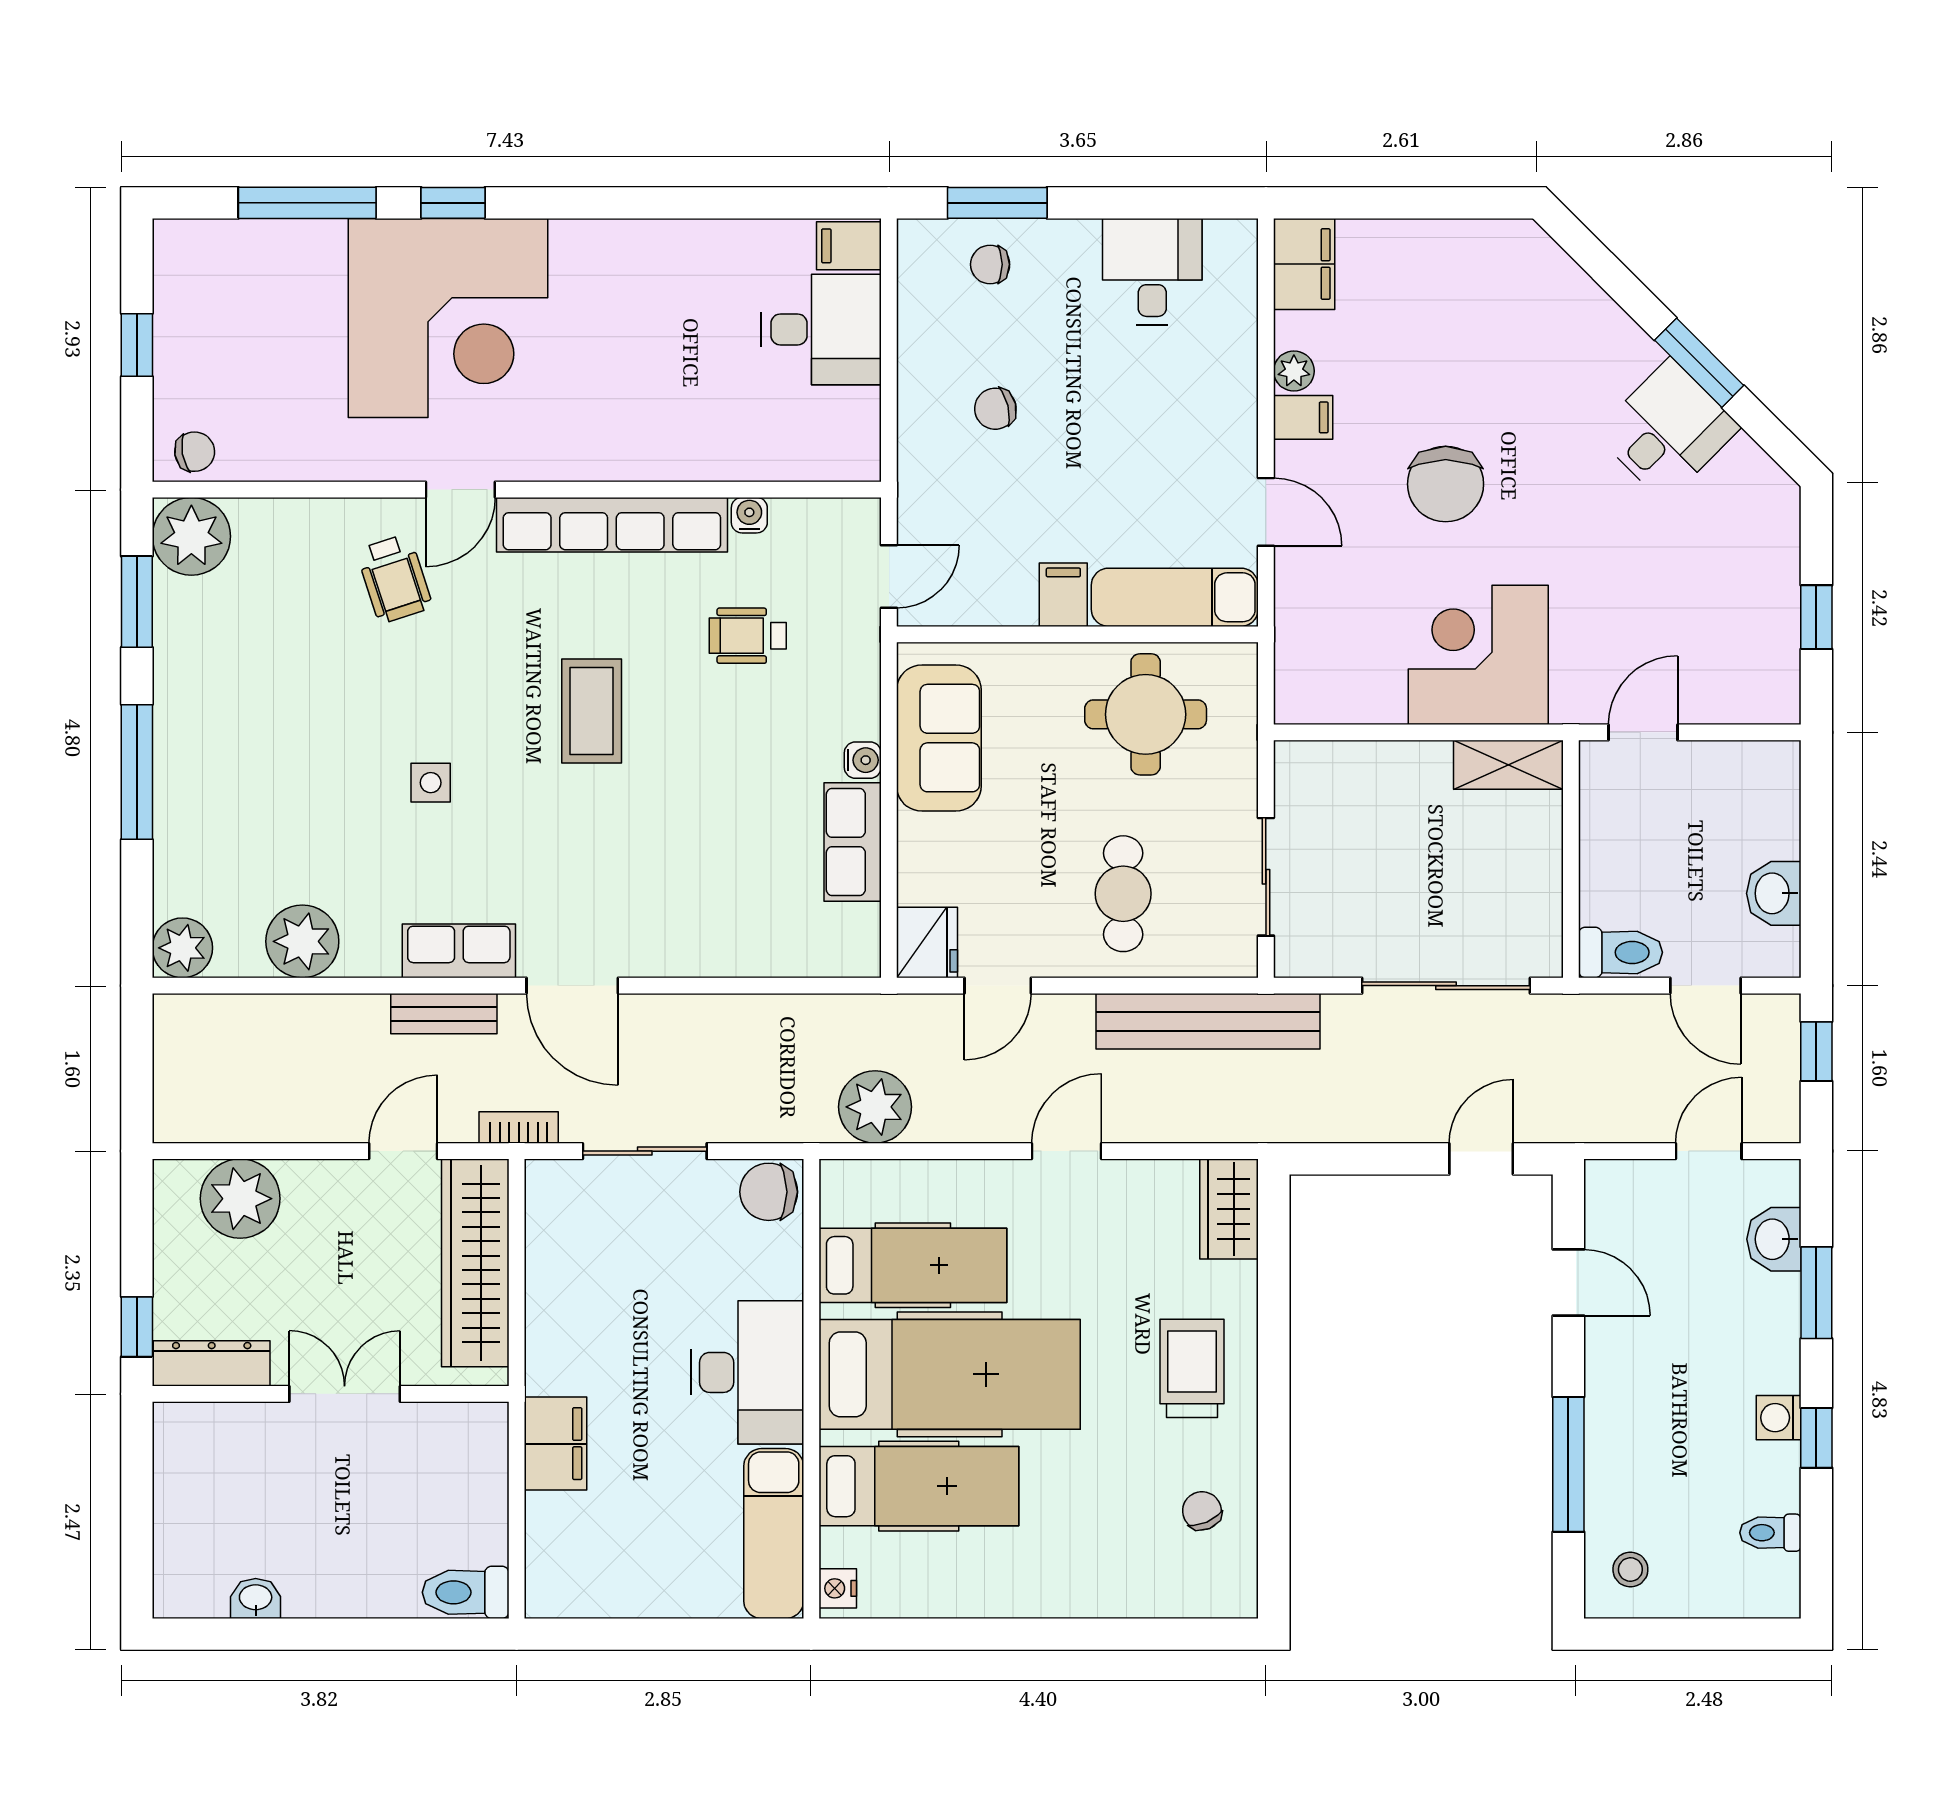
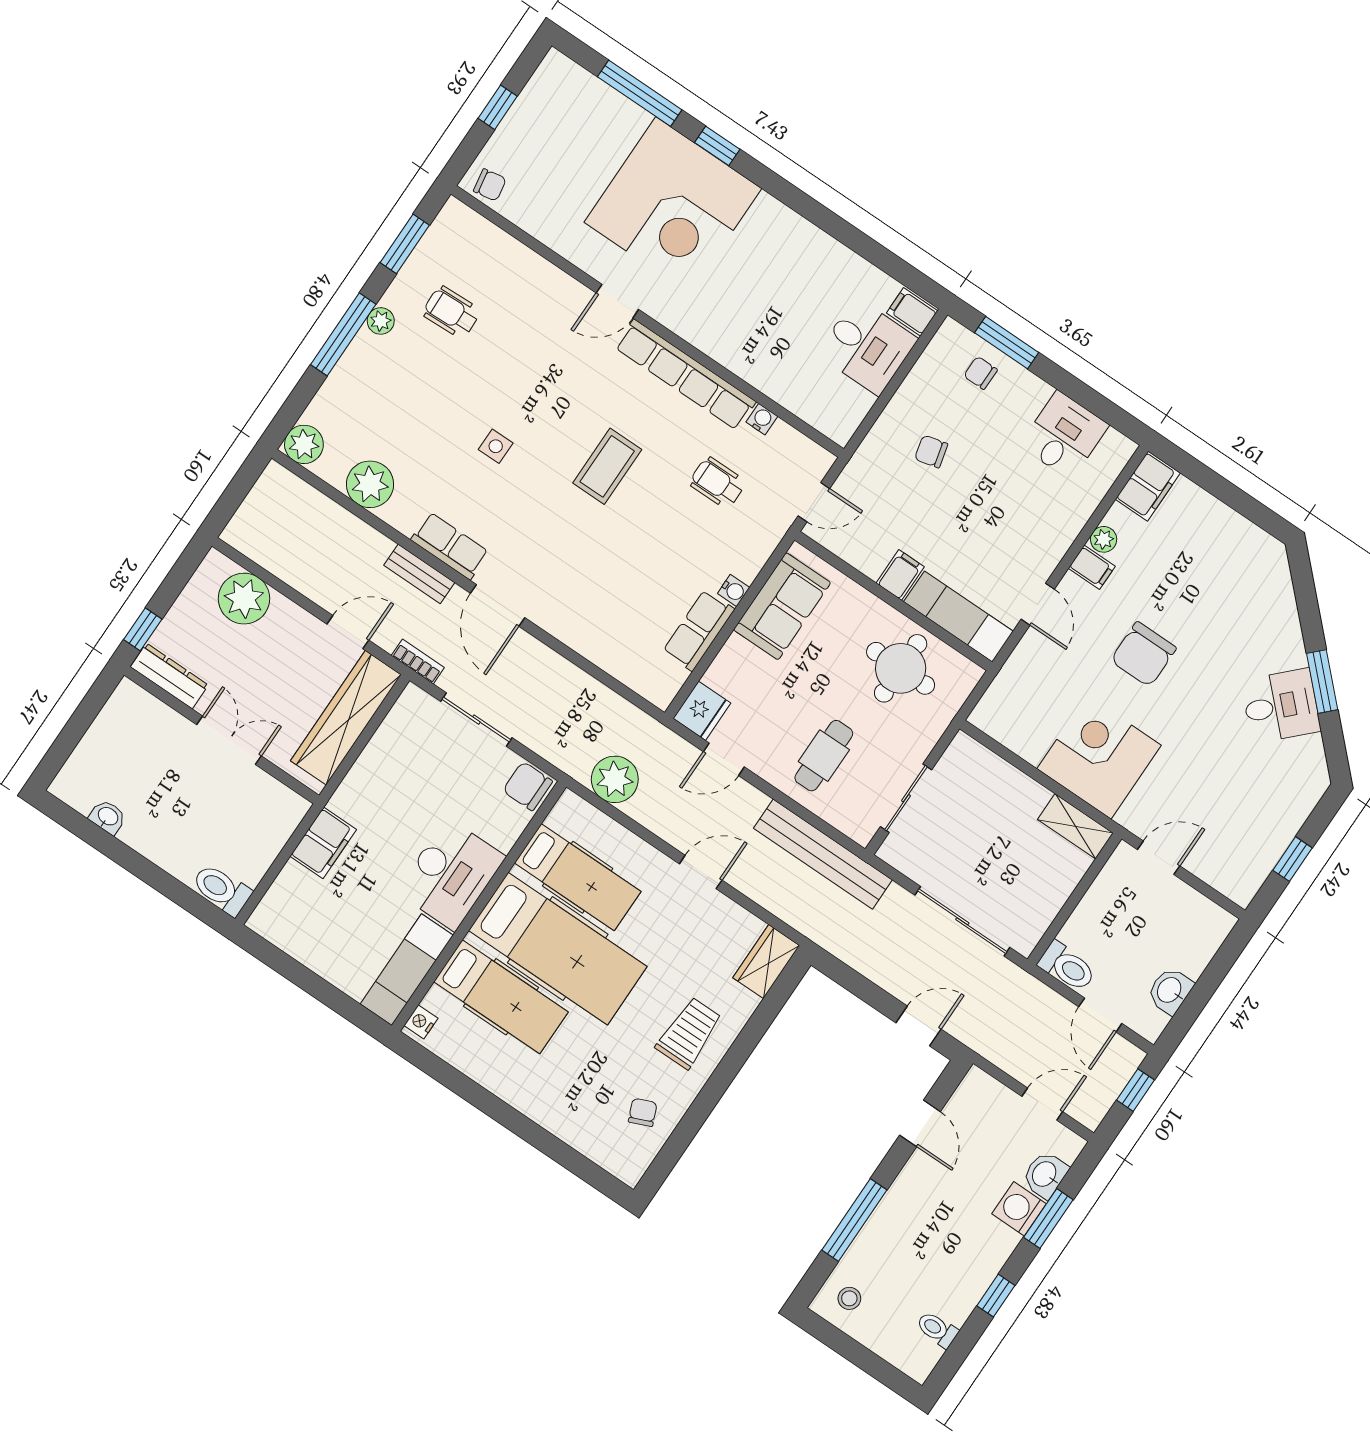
plant: (191, 536) -> (381, 321), moved, width x0.53, depth x0.53
wheelchair: (394, 579) -> (451, 312), moved, turned 106
washing machine: (1779, 1418) -> (1019, 1209), moved, width x1.38, depth x1.38

